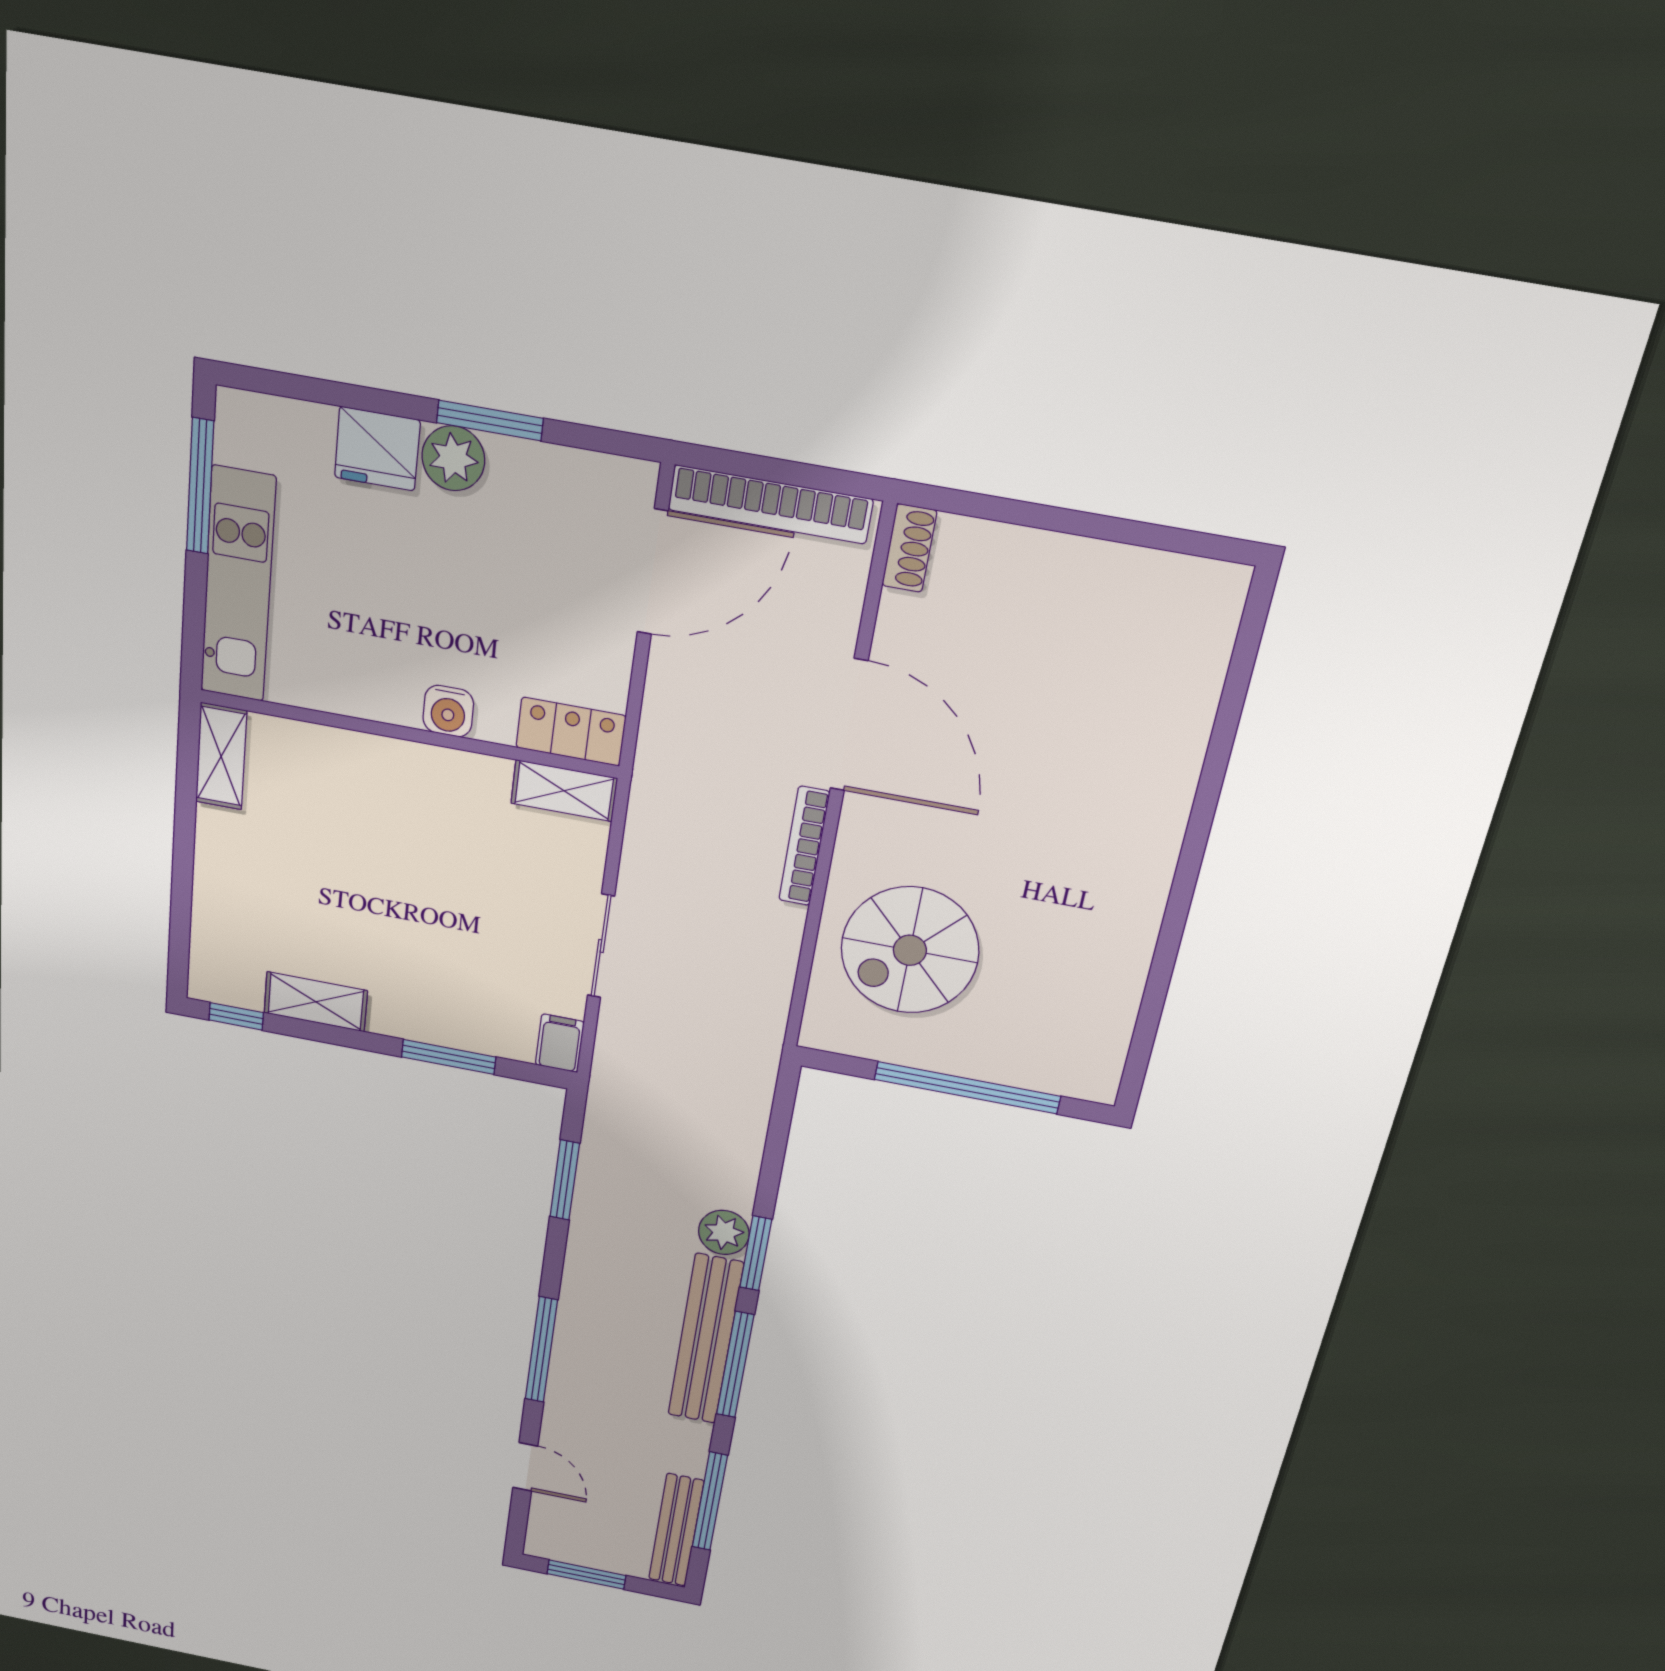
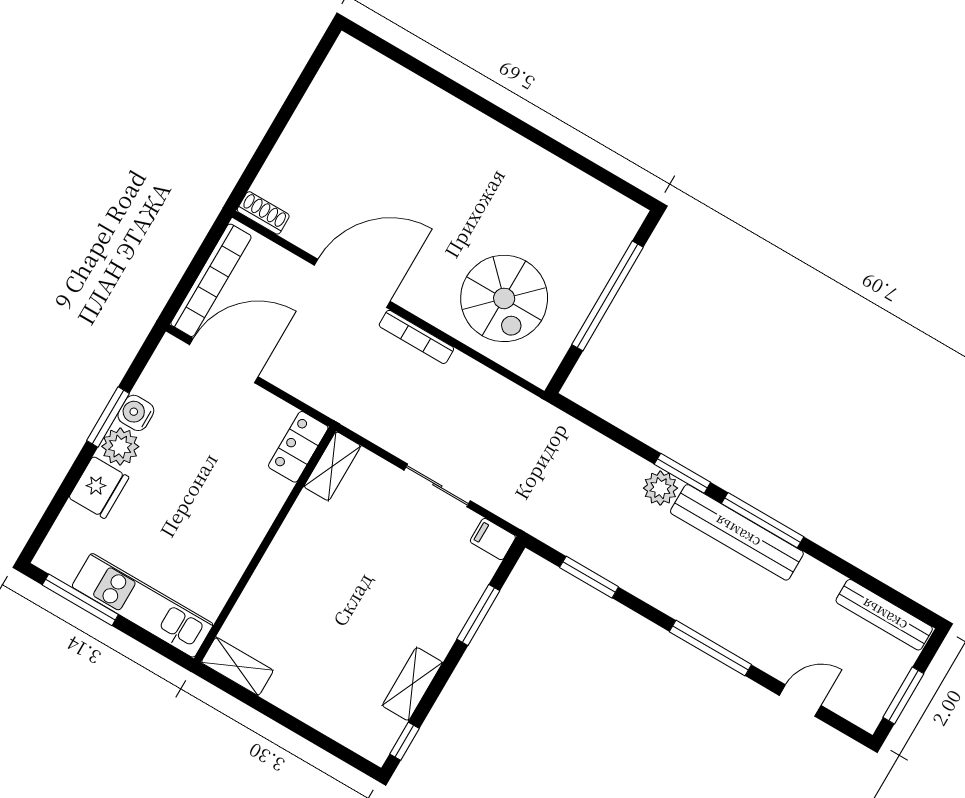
door: (653, 572) -> (224, 361), hinge flipped
water cooler: (448, 711) -> (136, 413), moved, turned 180
window: (710, 1501) -> (867, 581), removed

